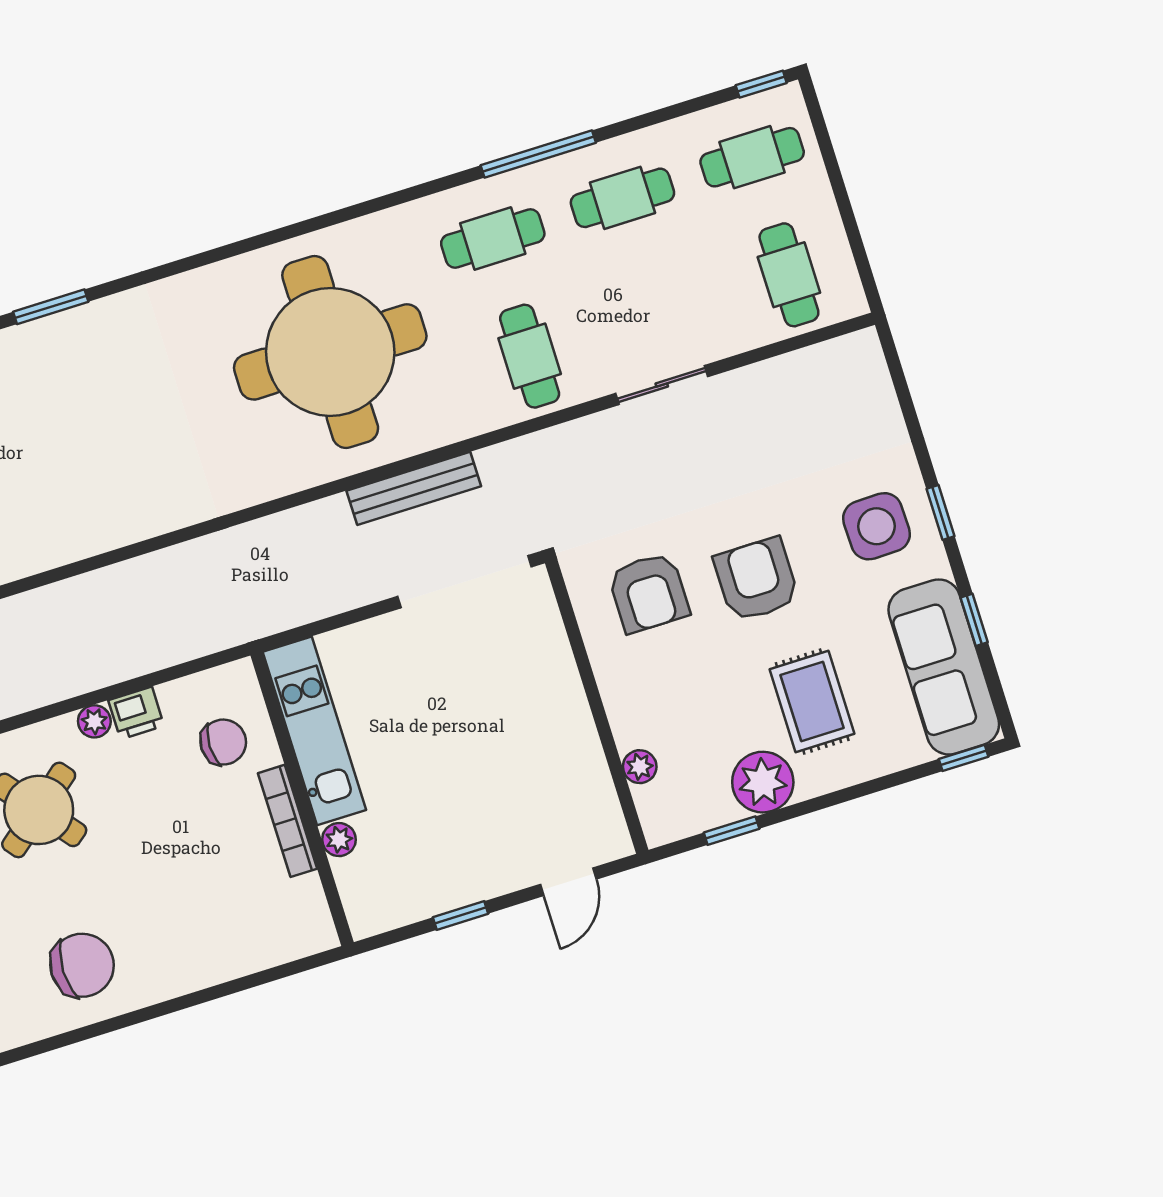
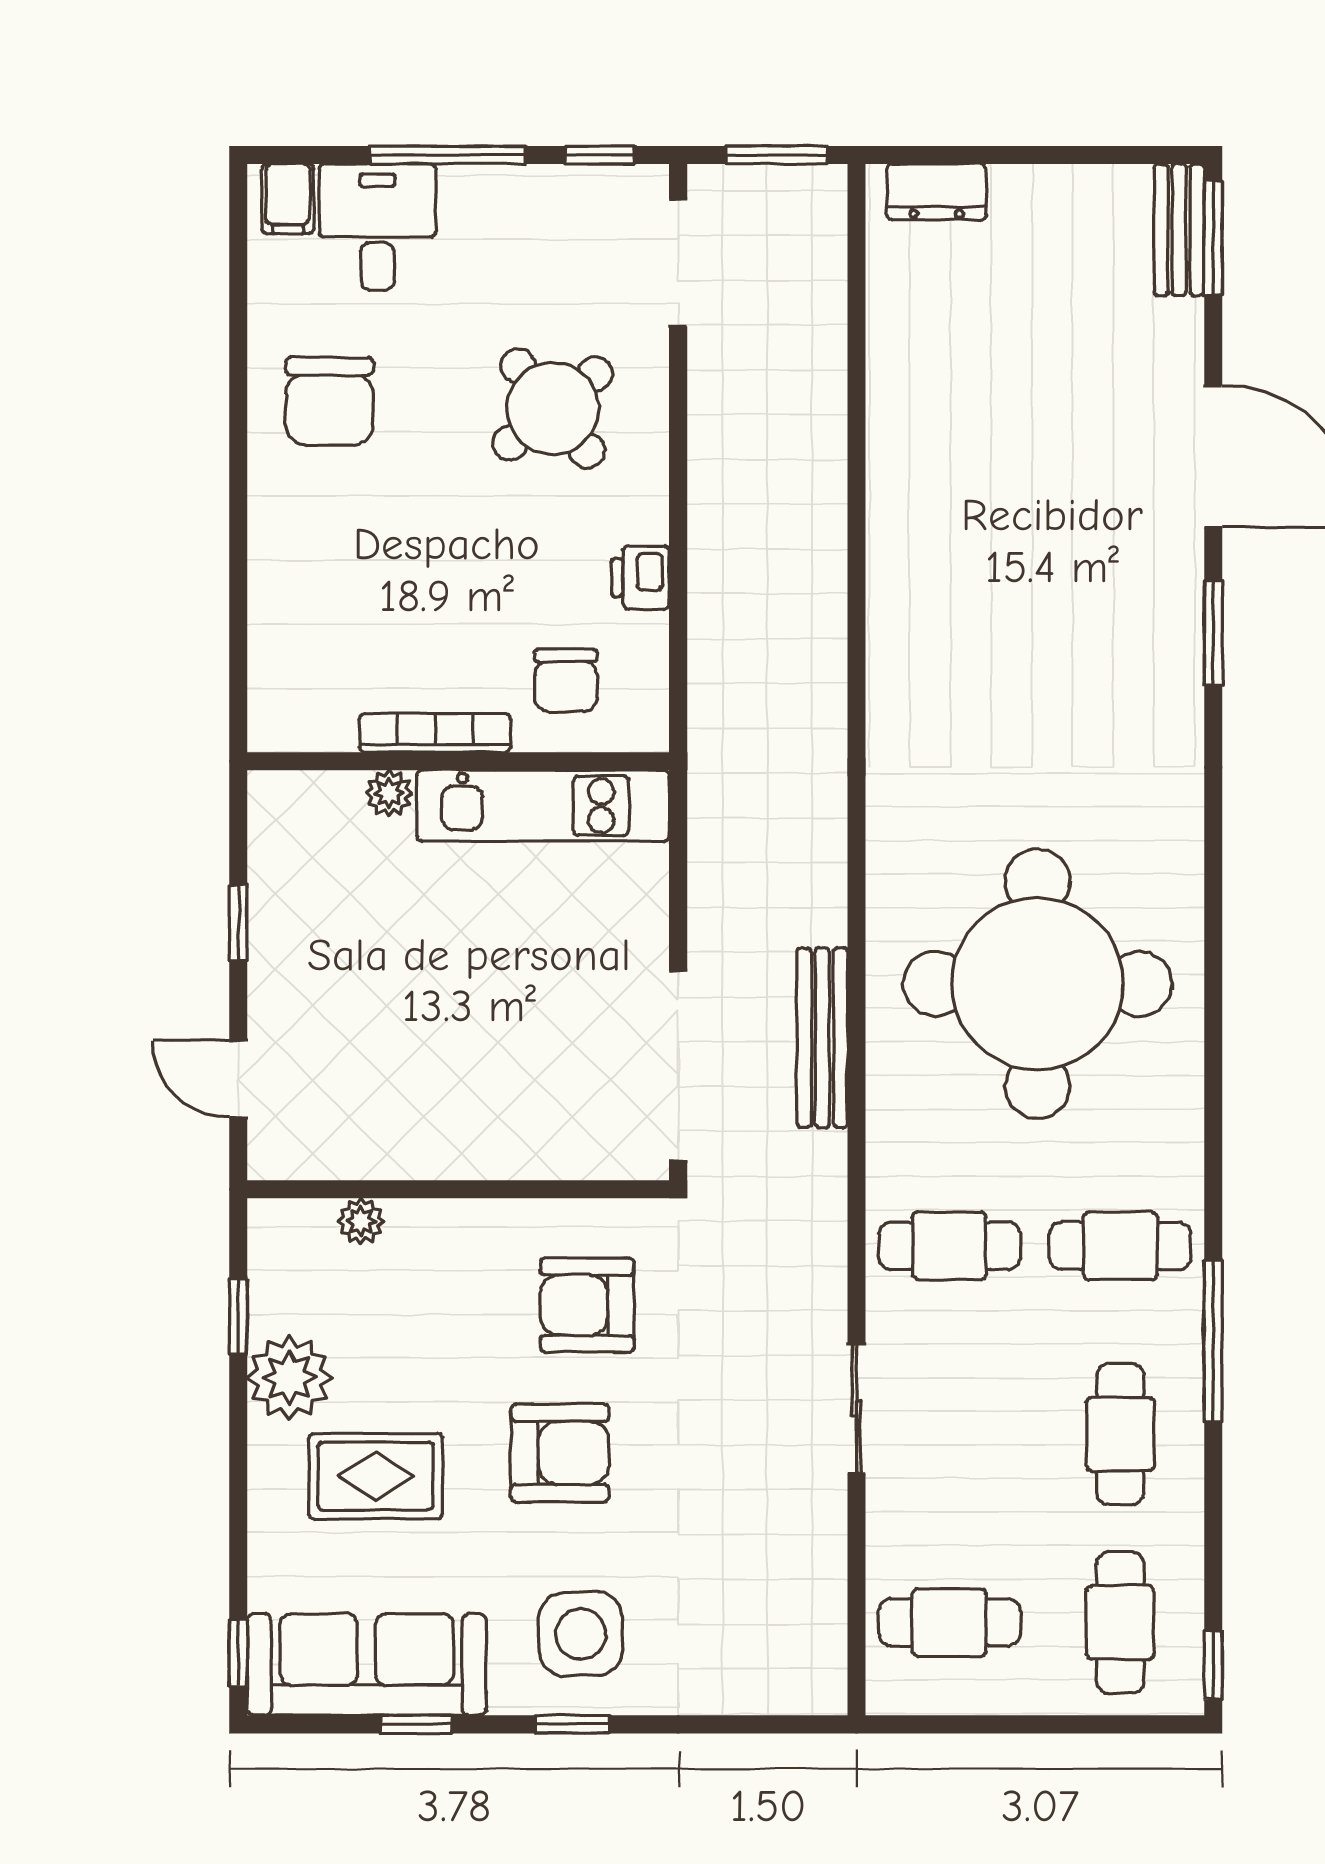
cafe table: (493, 238) -> (1120, 1246), turned 90
plant: (94, 721) -> (647, 519), removed

